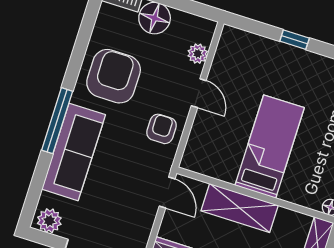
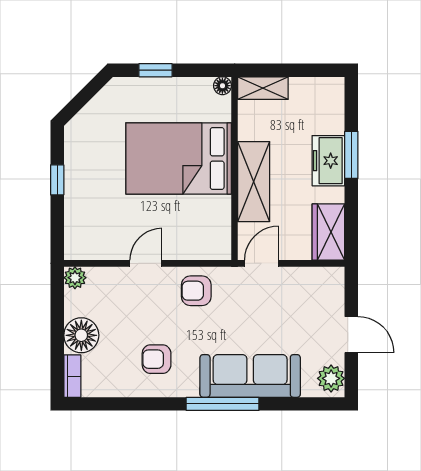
plant: (198, 54) -> (75, 278), moved
armchair: (114, 76) -> (157, 359), width x0.53, depth x0.53
bed: (270, 147) -> (179, 158), width x1.50

